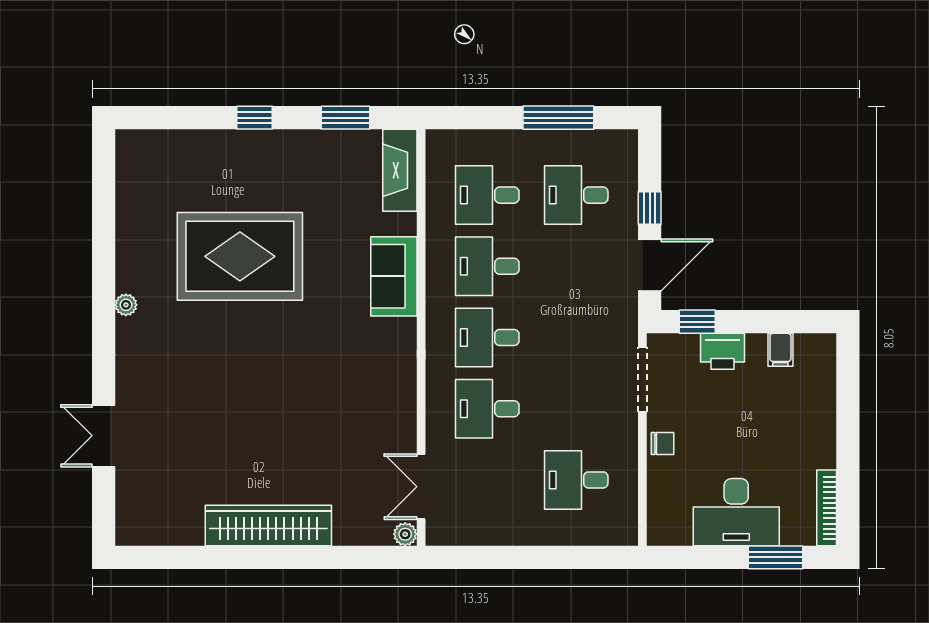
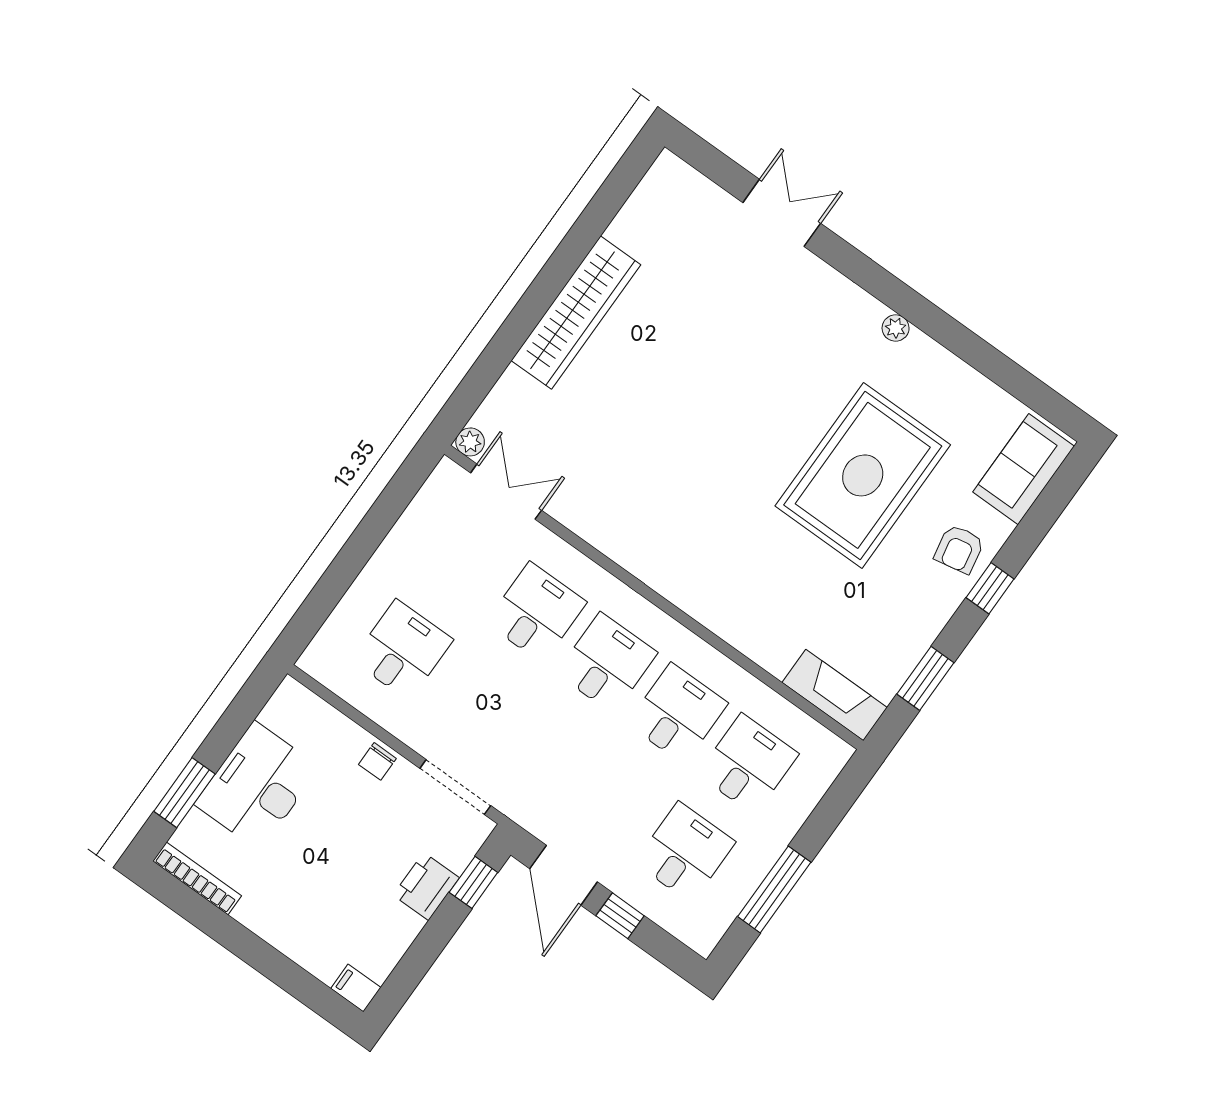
armchair: (243, 157) -> (959, 549), added
sofa: (394, 276) -> (1024, 469), moved, turned -90
filing cabinet: (780, 350) -> (356, 988), moved

